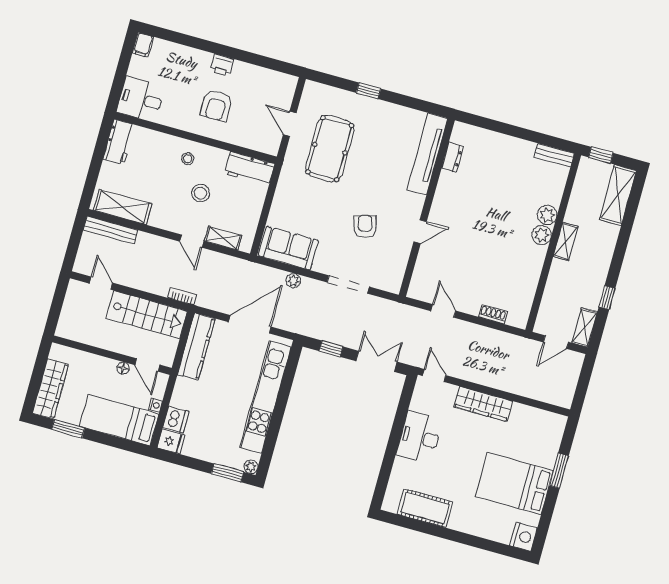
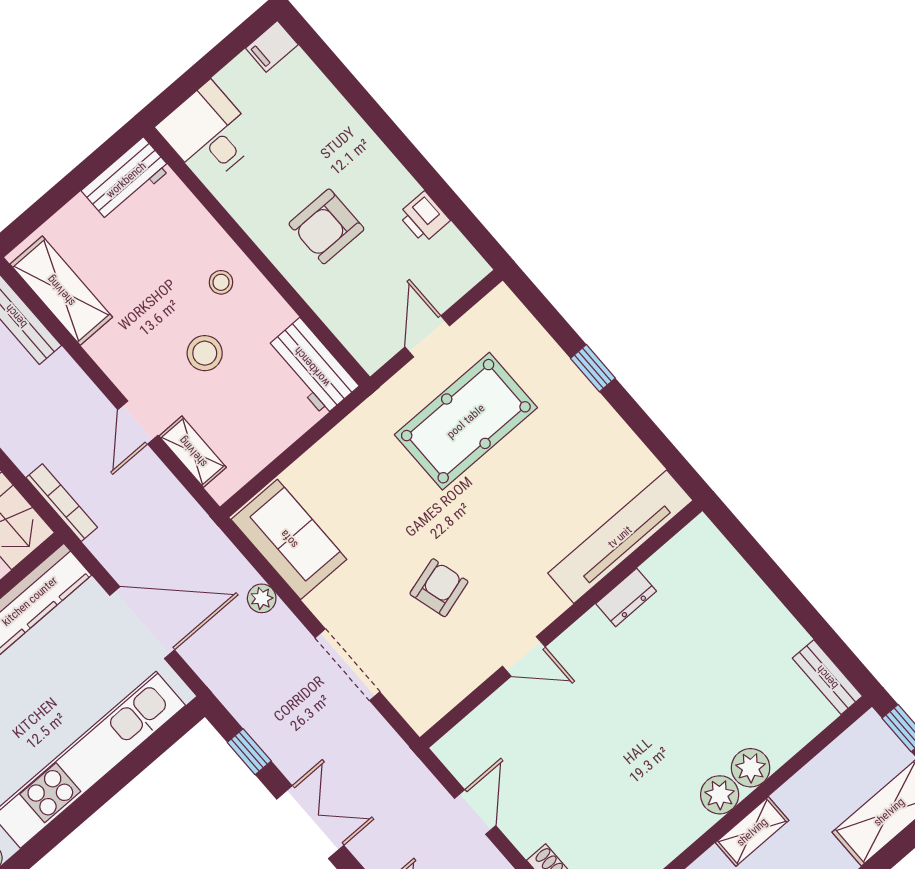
printer: (222, 65) -> (424, 217), moved
dresser: (453, 157) -> (626, 597), moved
bookcase: (182, 296) -> (62, 503), width x1.56

